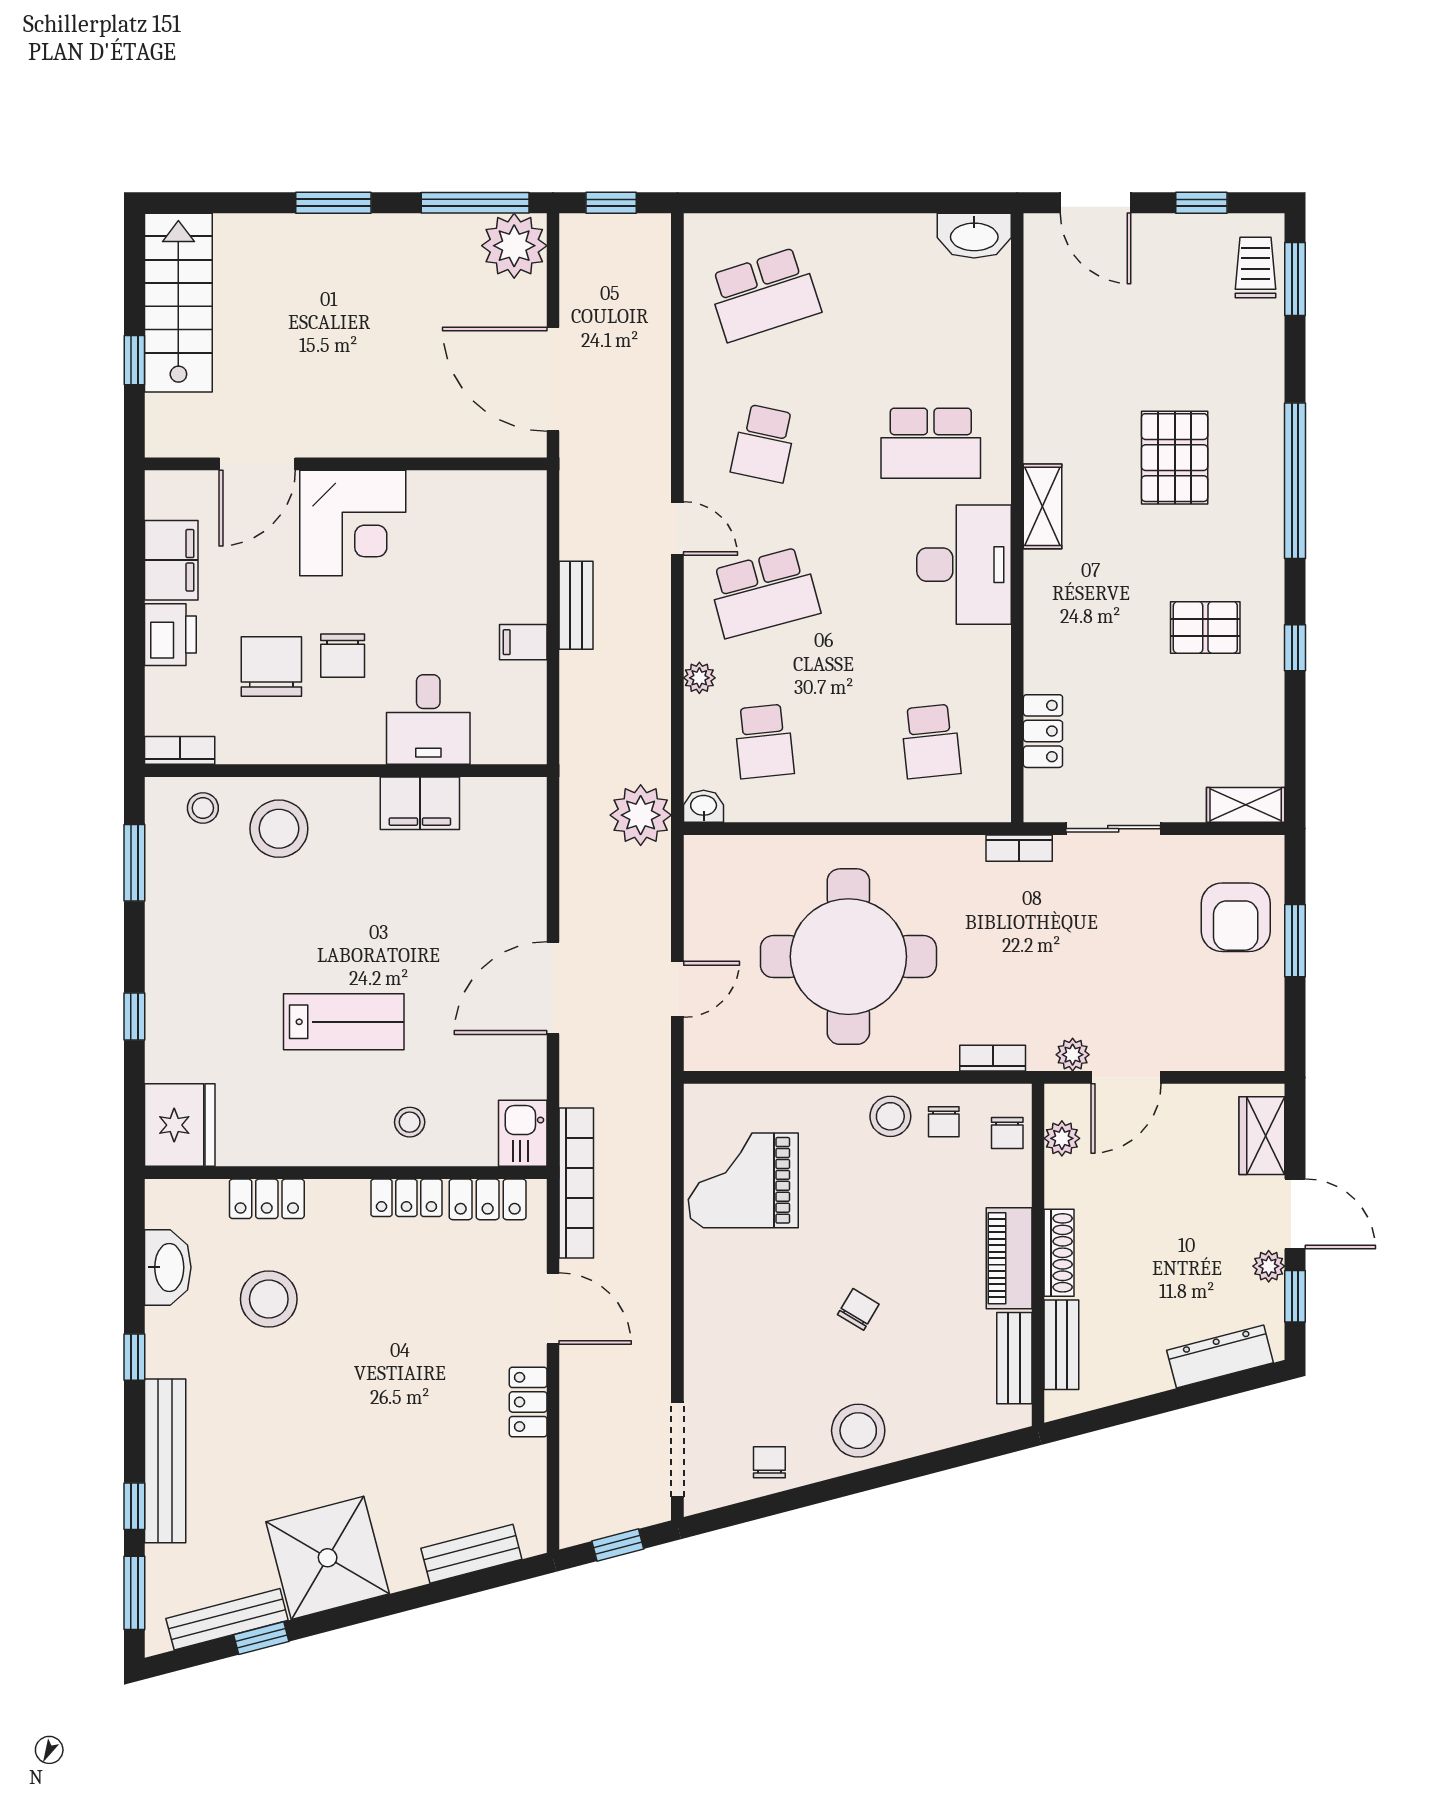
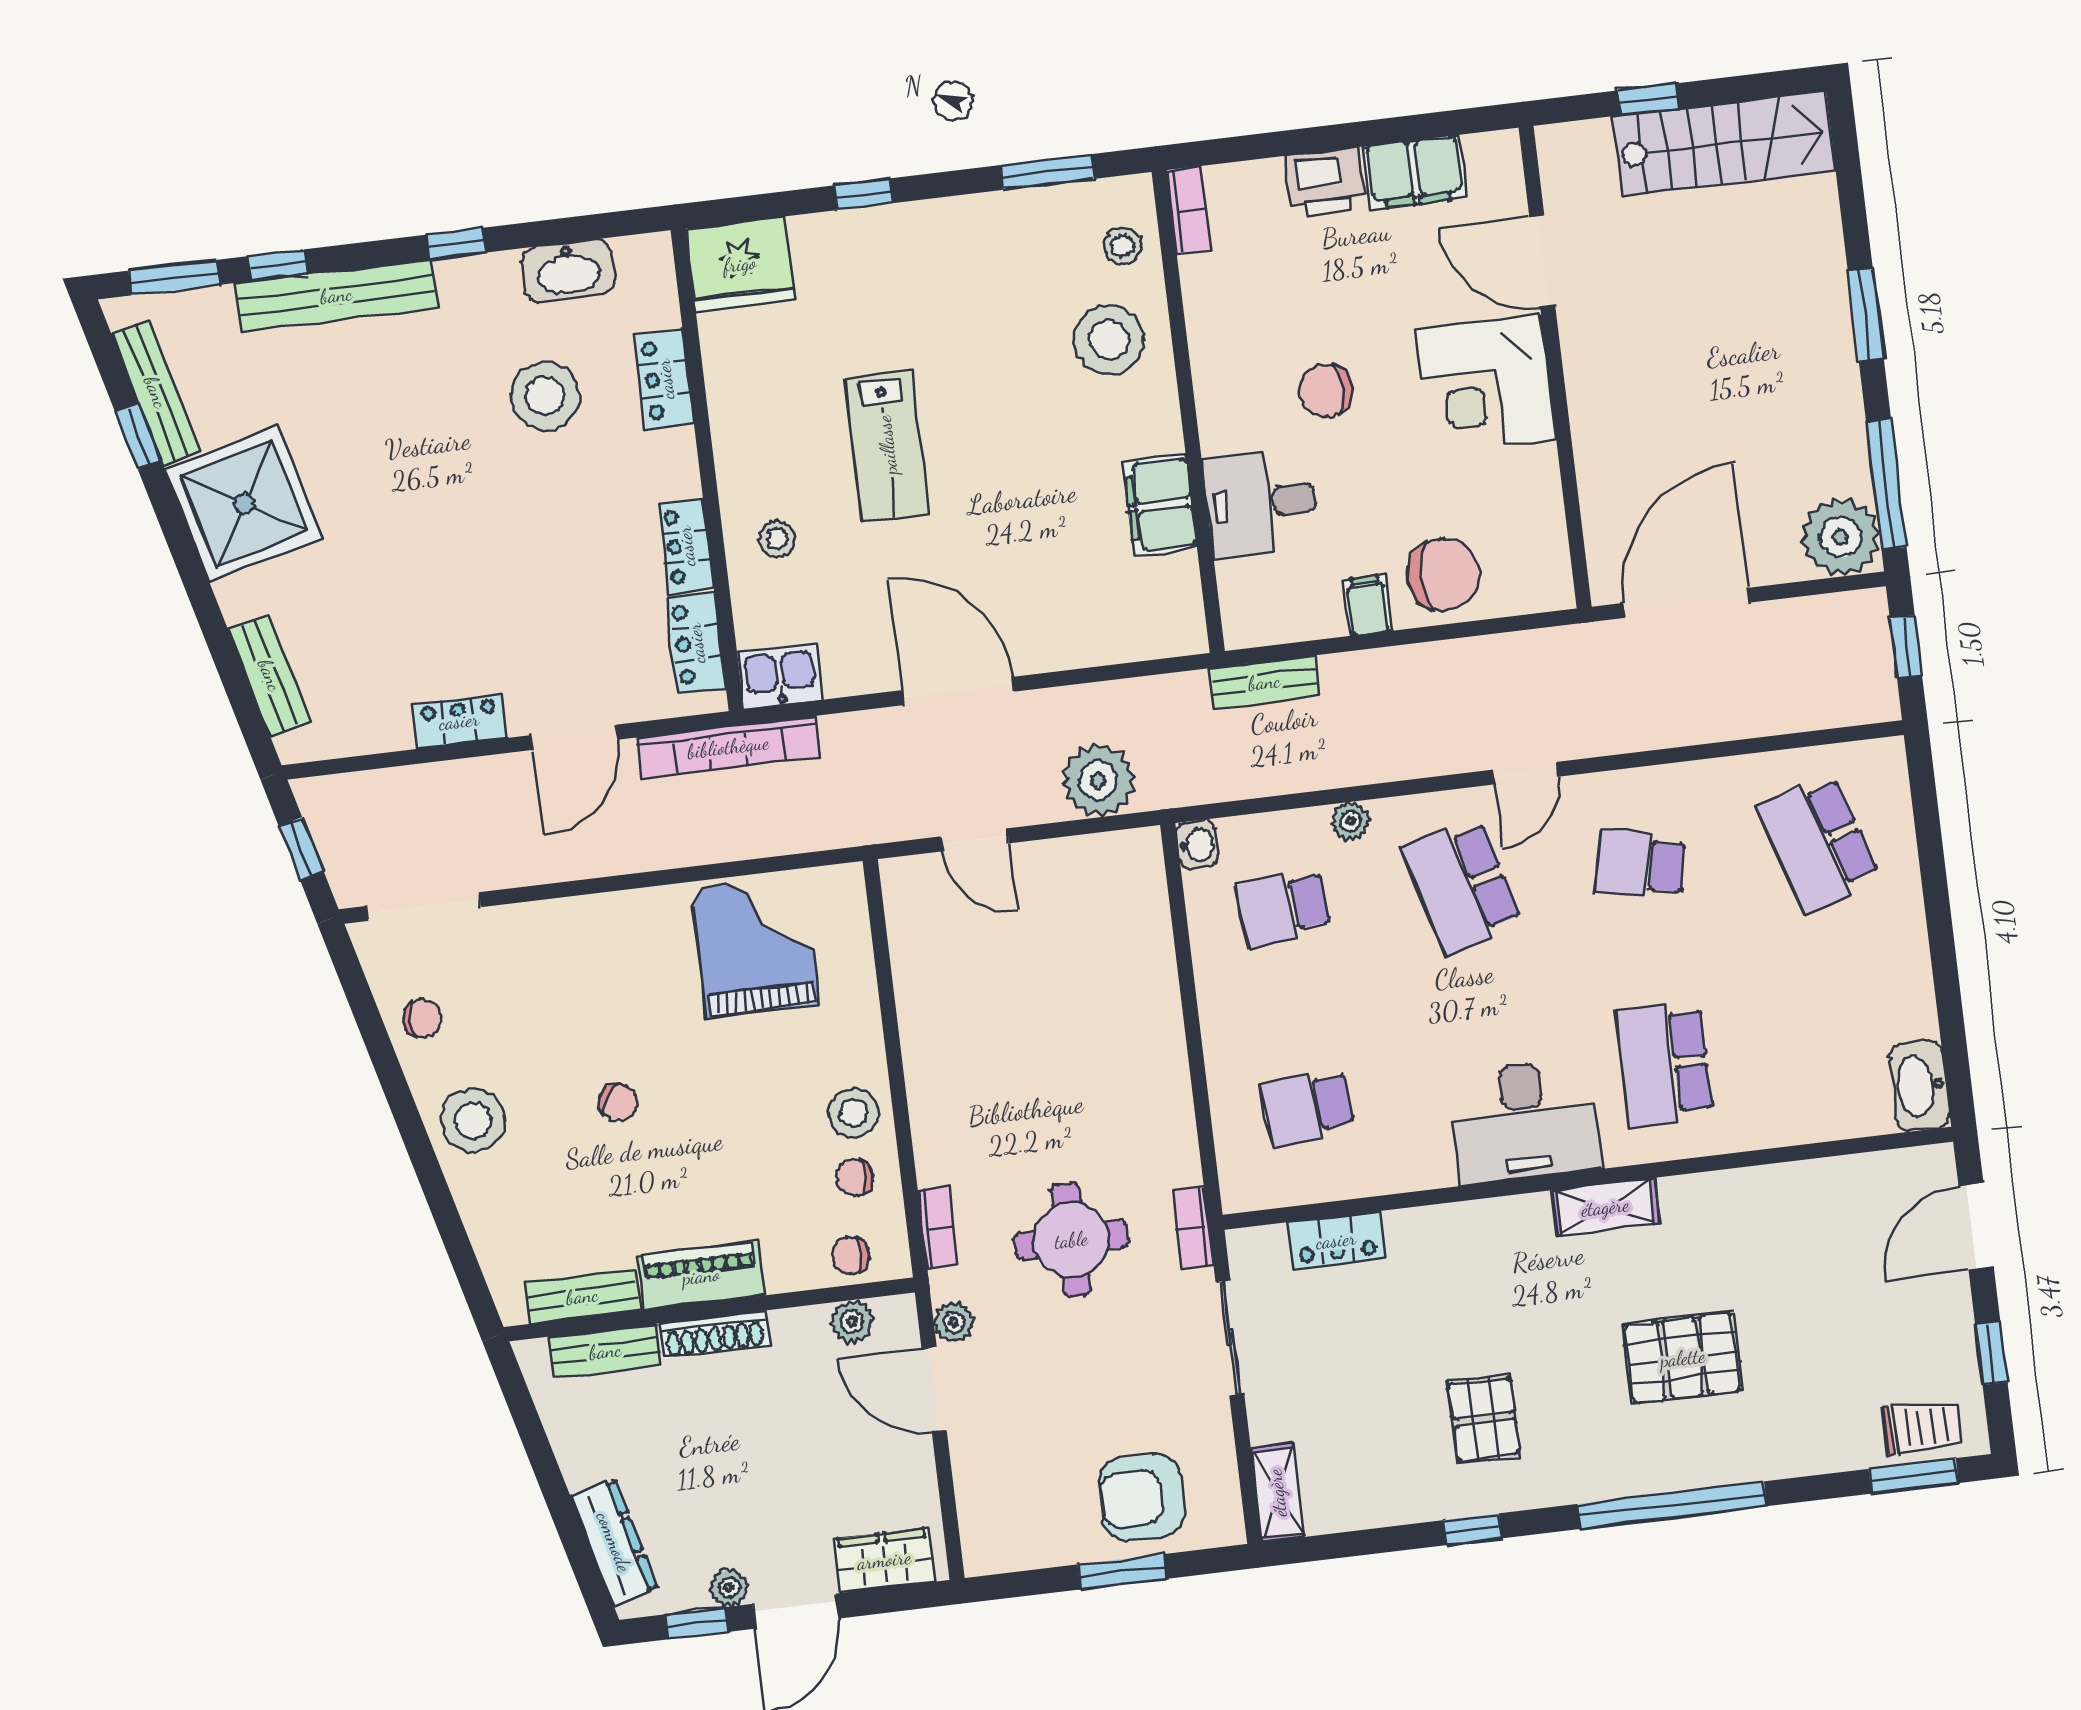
bench: (576, 605) -> (1264, 682), moved
chair: (271, 667) -> (1443, 575), moved
plant: (641, 815) -> (1098, 780), moved
round table: (848, 957) -> (1071, 1240), moved, width x0.54, depth x0.54

